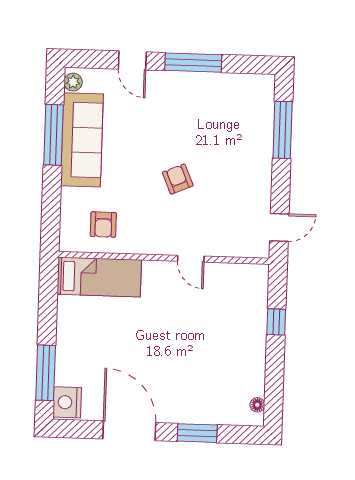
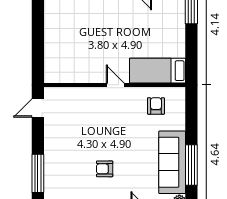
armchair: (178, 179) -> (105, 169), moved, turned 113
door: (191, 259) -> (115, 85), moved
window: (276, 322) -> (38, 44), removed

